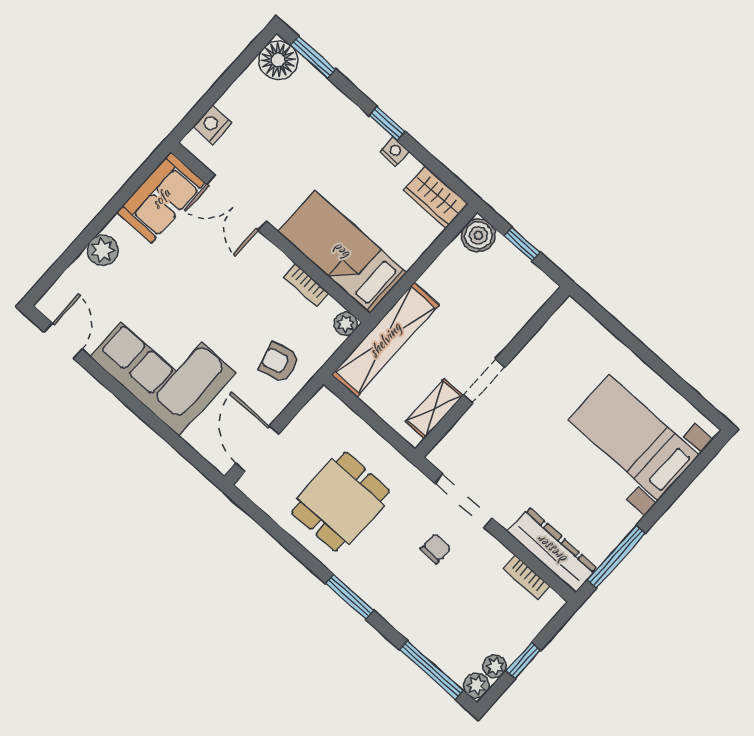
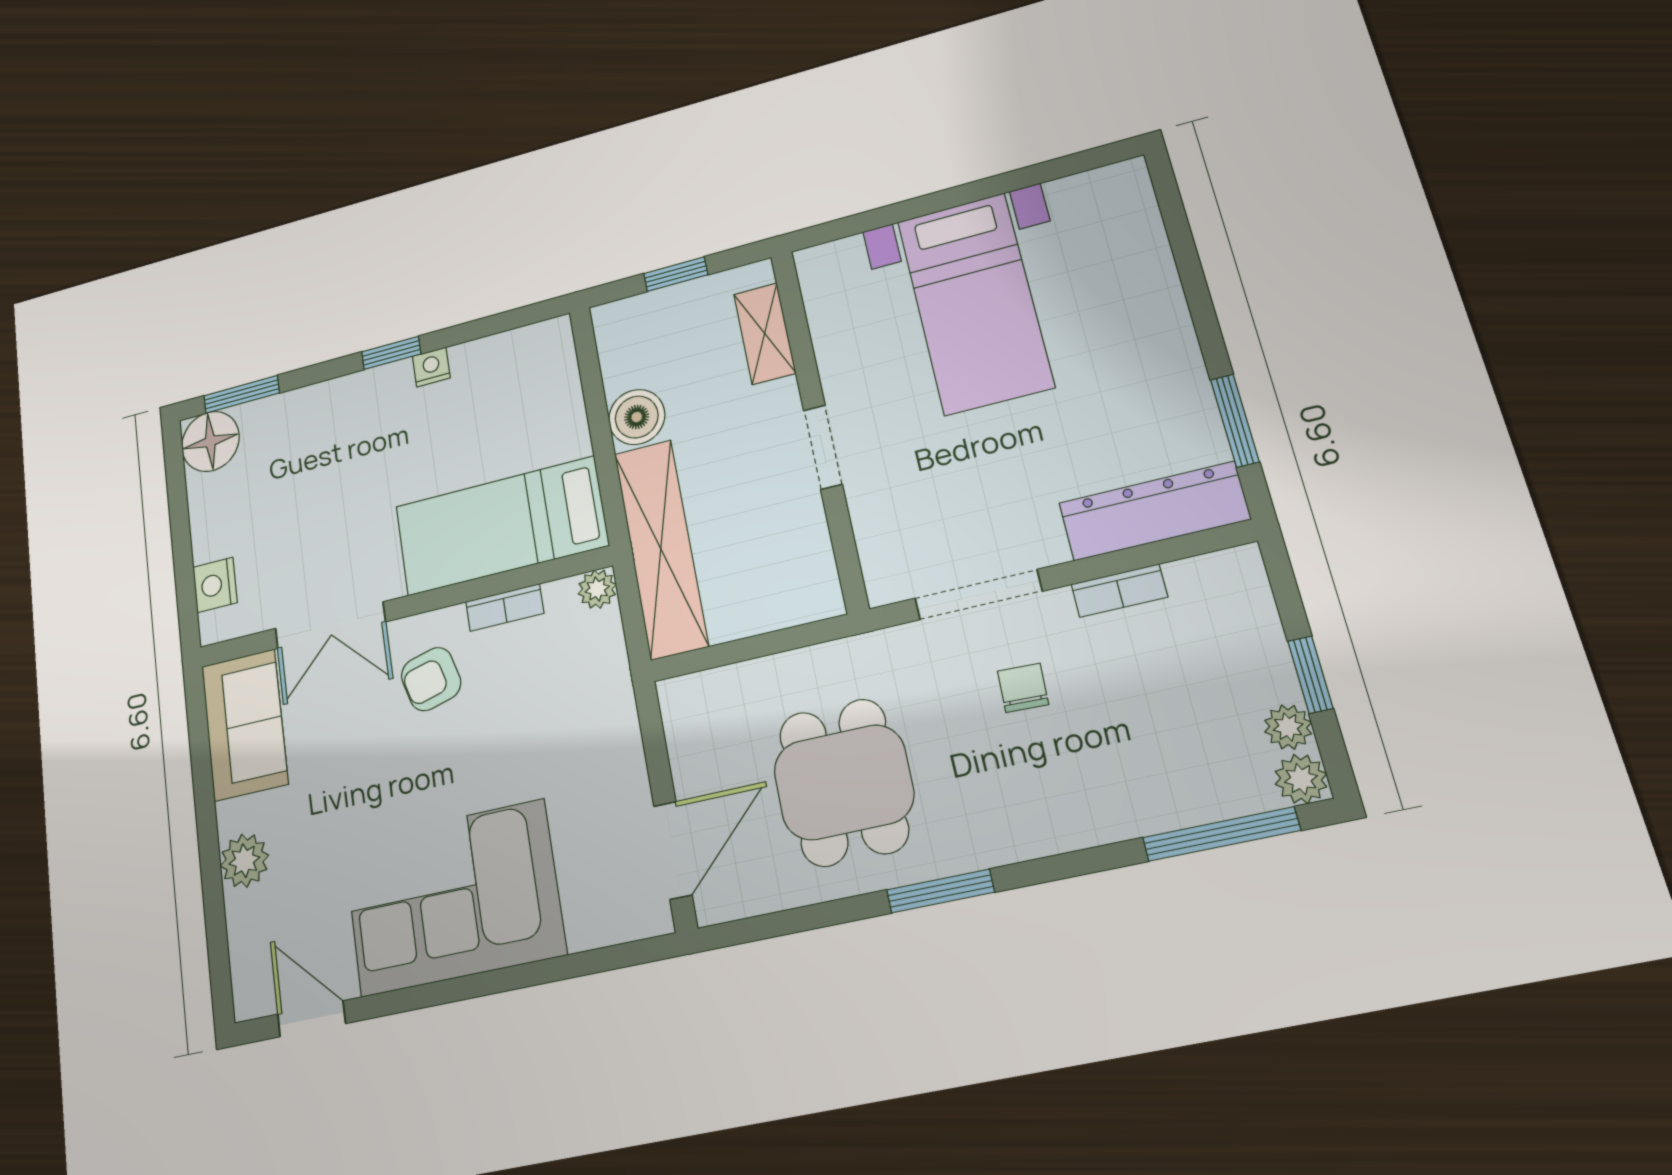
wardrobe: (436, 197) -> (528, 351), removed
boiler: (478, 235) -> (637, 417), moved
armchair: (279, 363) -> (431, 679), moved
shelving: (434, 409) -> (765, 333), moved
bed with nightstands: (634, 437) -> (975, 303), moved, turned -90
door: (257, 449) -> (673, 850), swing flipped
window: (616, 556) -> (1235, 421), width x0.69
bookcase: (526, 577) -> (1119, 591), moved
window: (350, 597) -> (940, 891), moved

